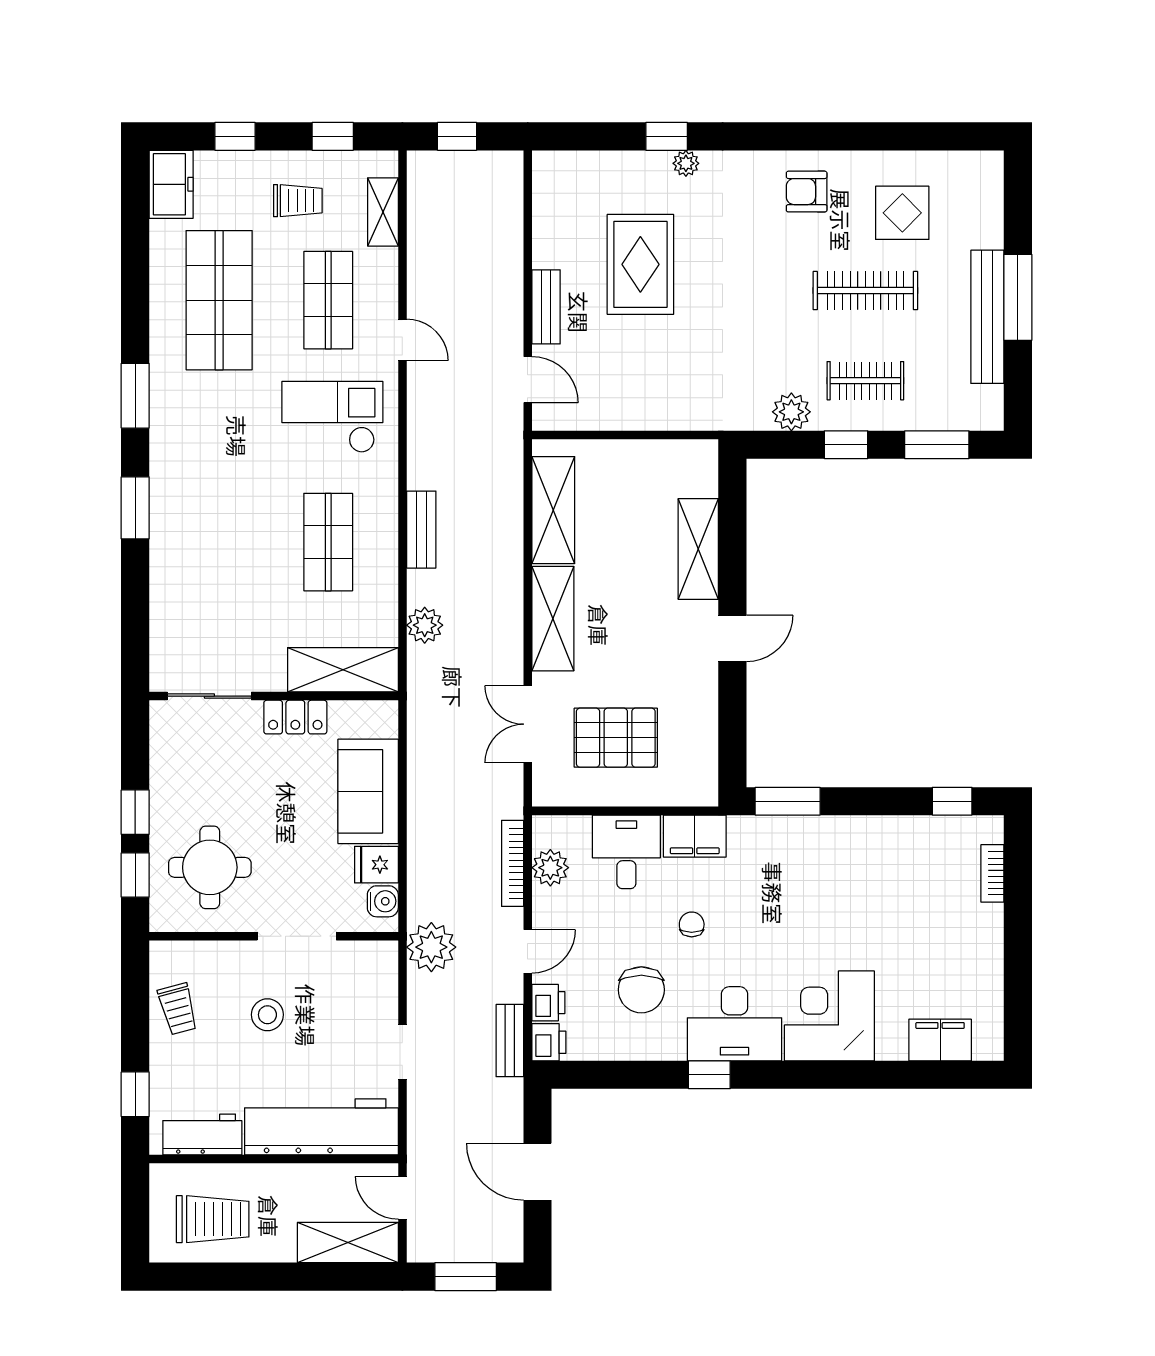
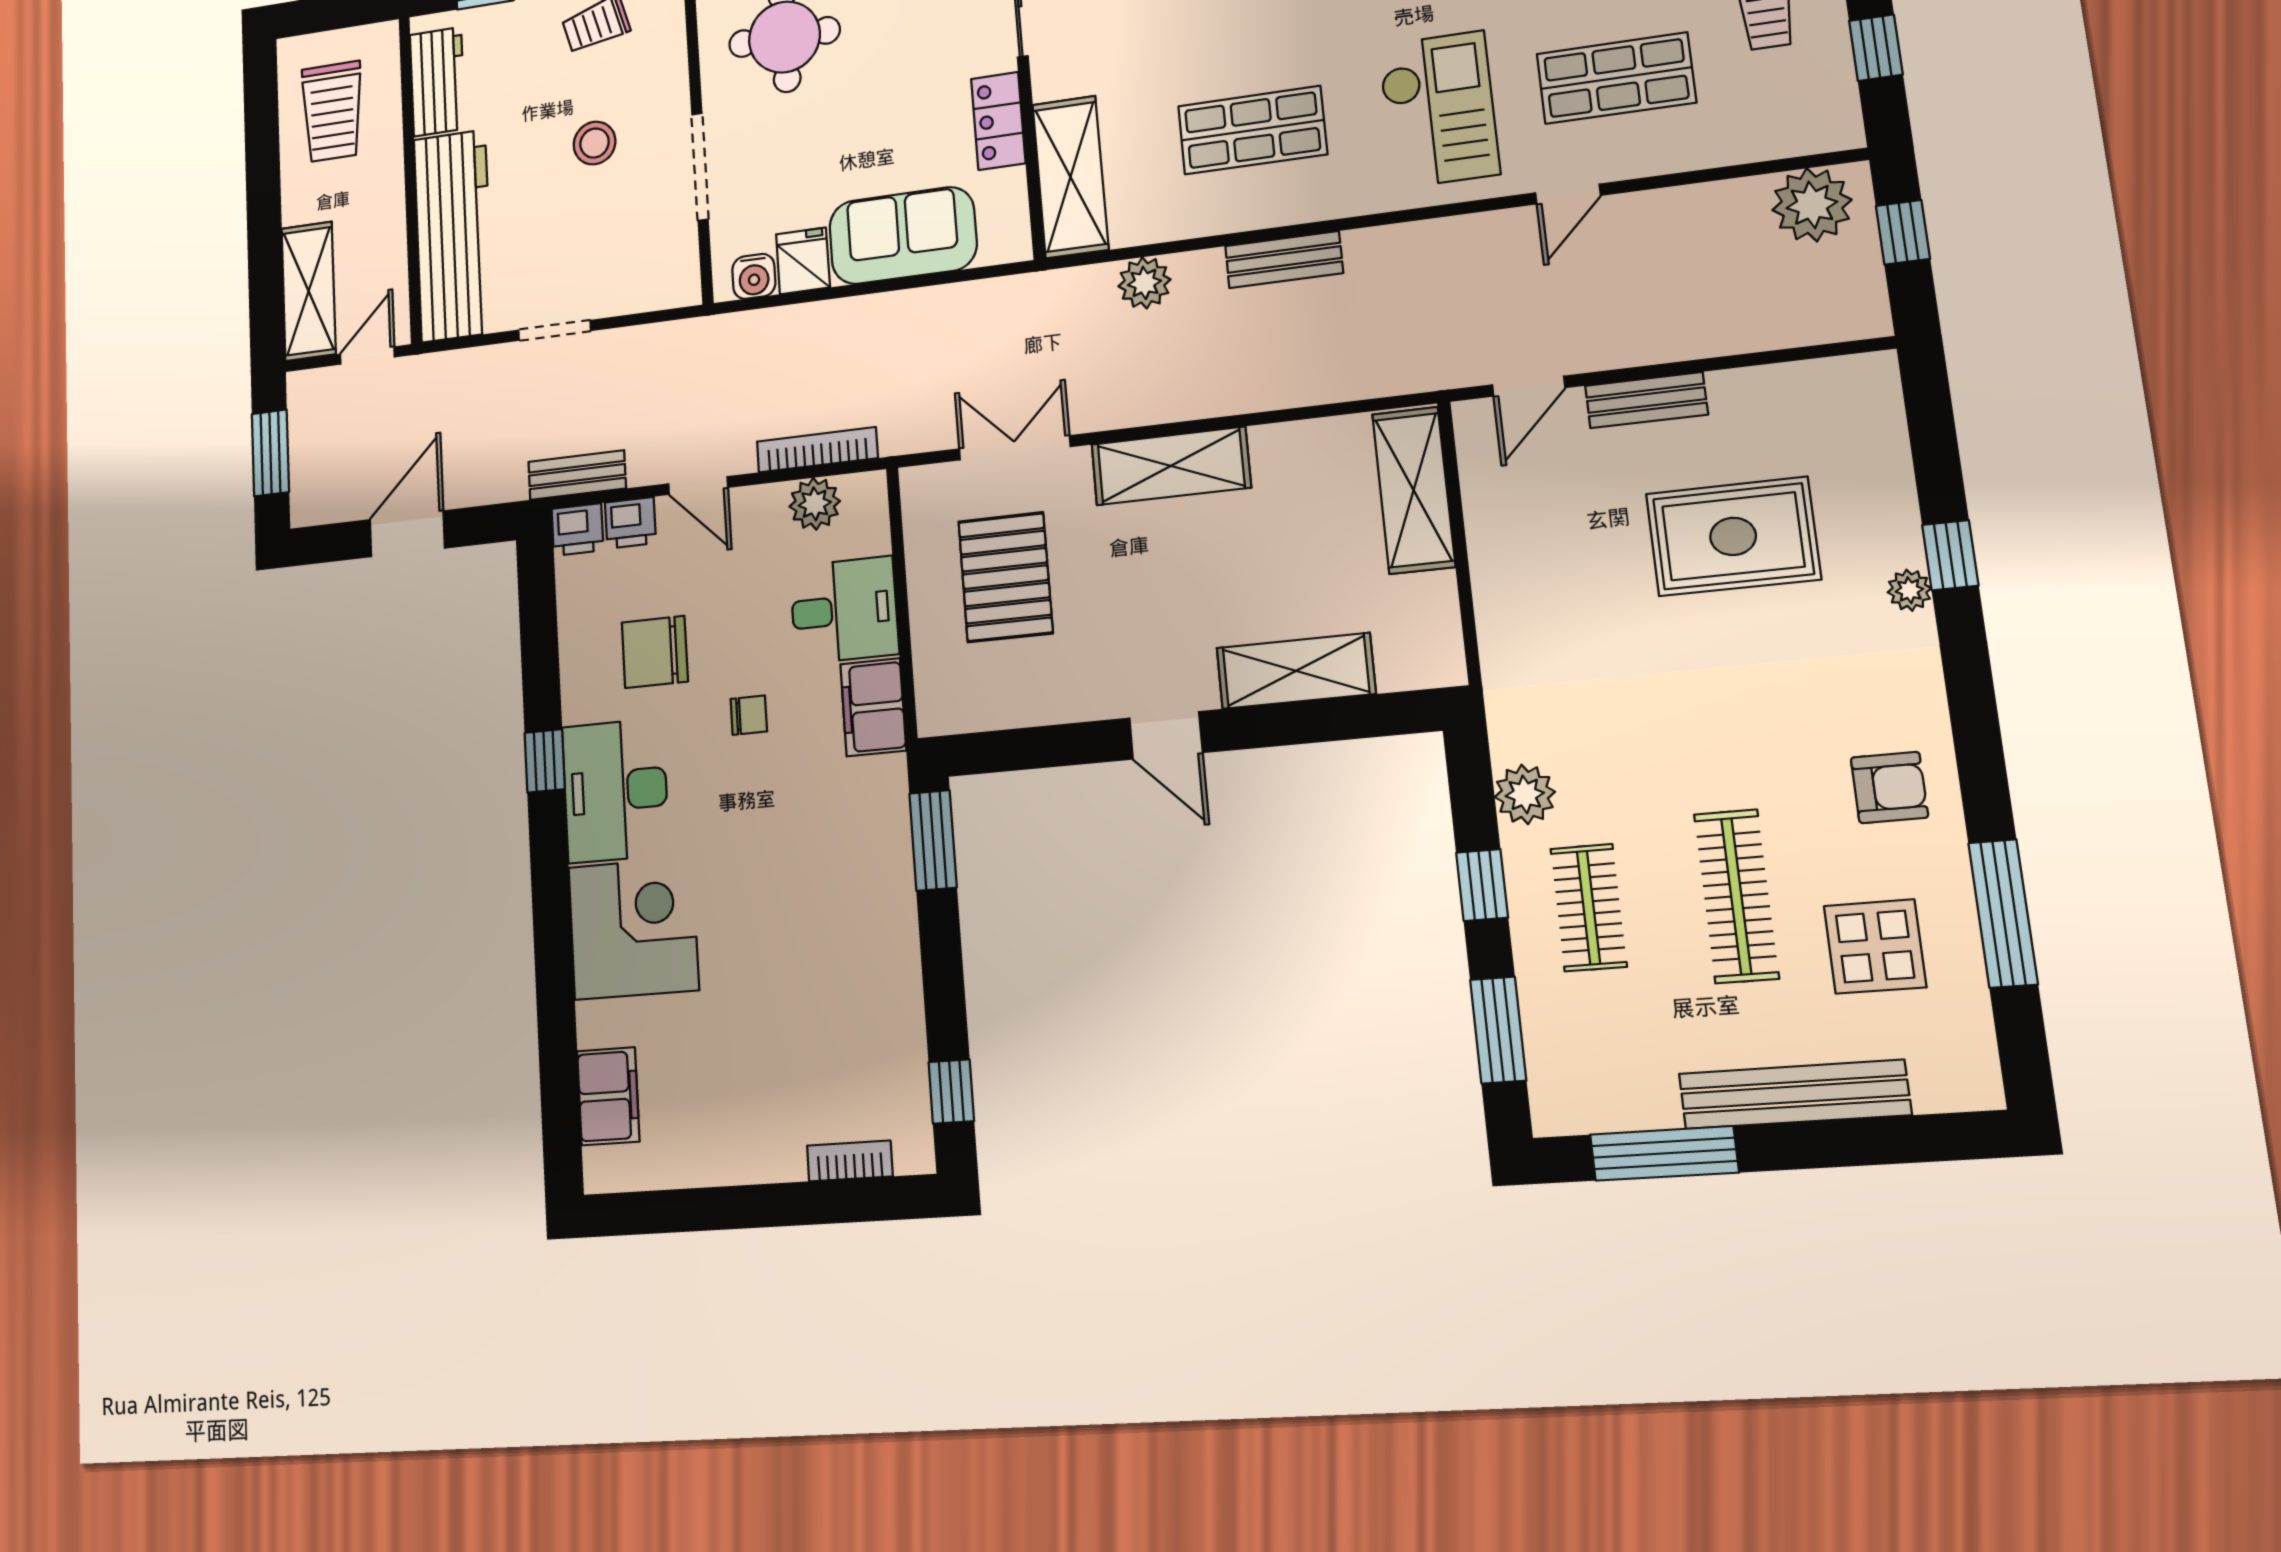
window: (888, 136) -> (2003, 913), added
armchair: (807, 192) -> (1889, 787), turned 90
shelving: (383, 212) -> (1765, 138), removed
window: (1018, 297) -> (1664, 1153), moved
bench: (987, 317) -> (1794, 1094), moved
shelving: (553, 510) -> (1414, 490), moved, turned 90
plant: (431, 947) -> (1812, 205), moved

